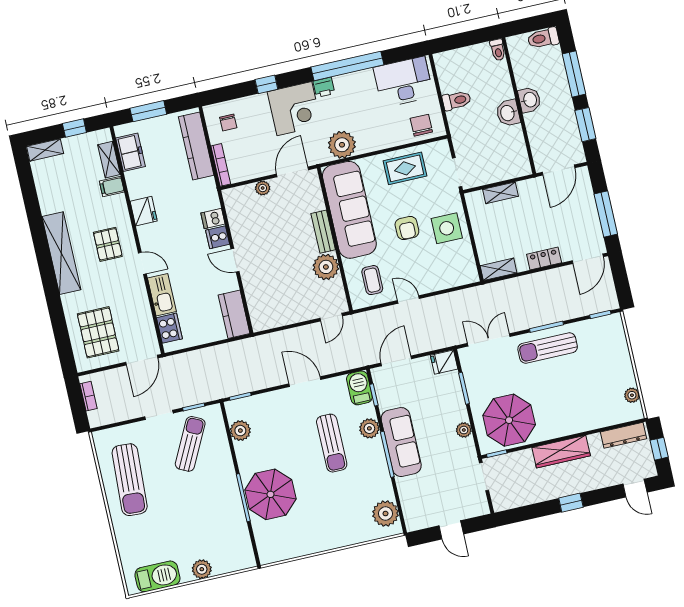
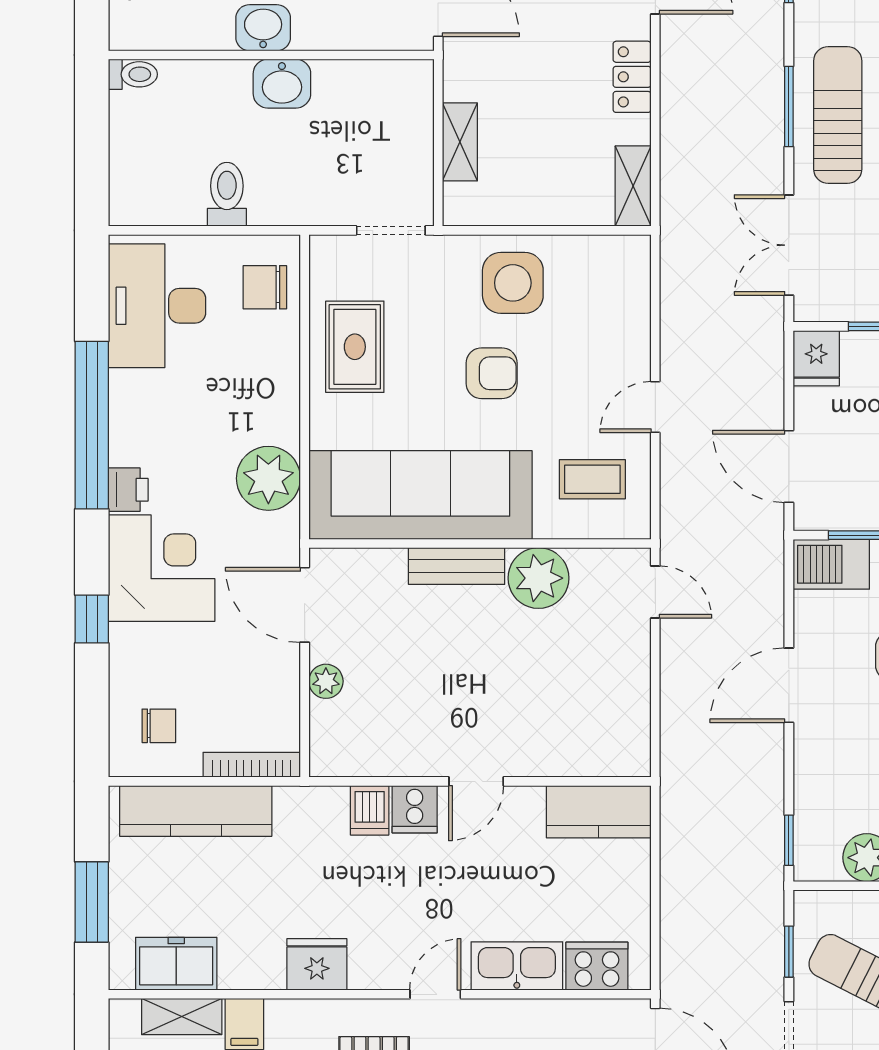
sun lounger: (548, 348) -> (838, 115), turned 180

